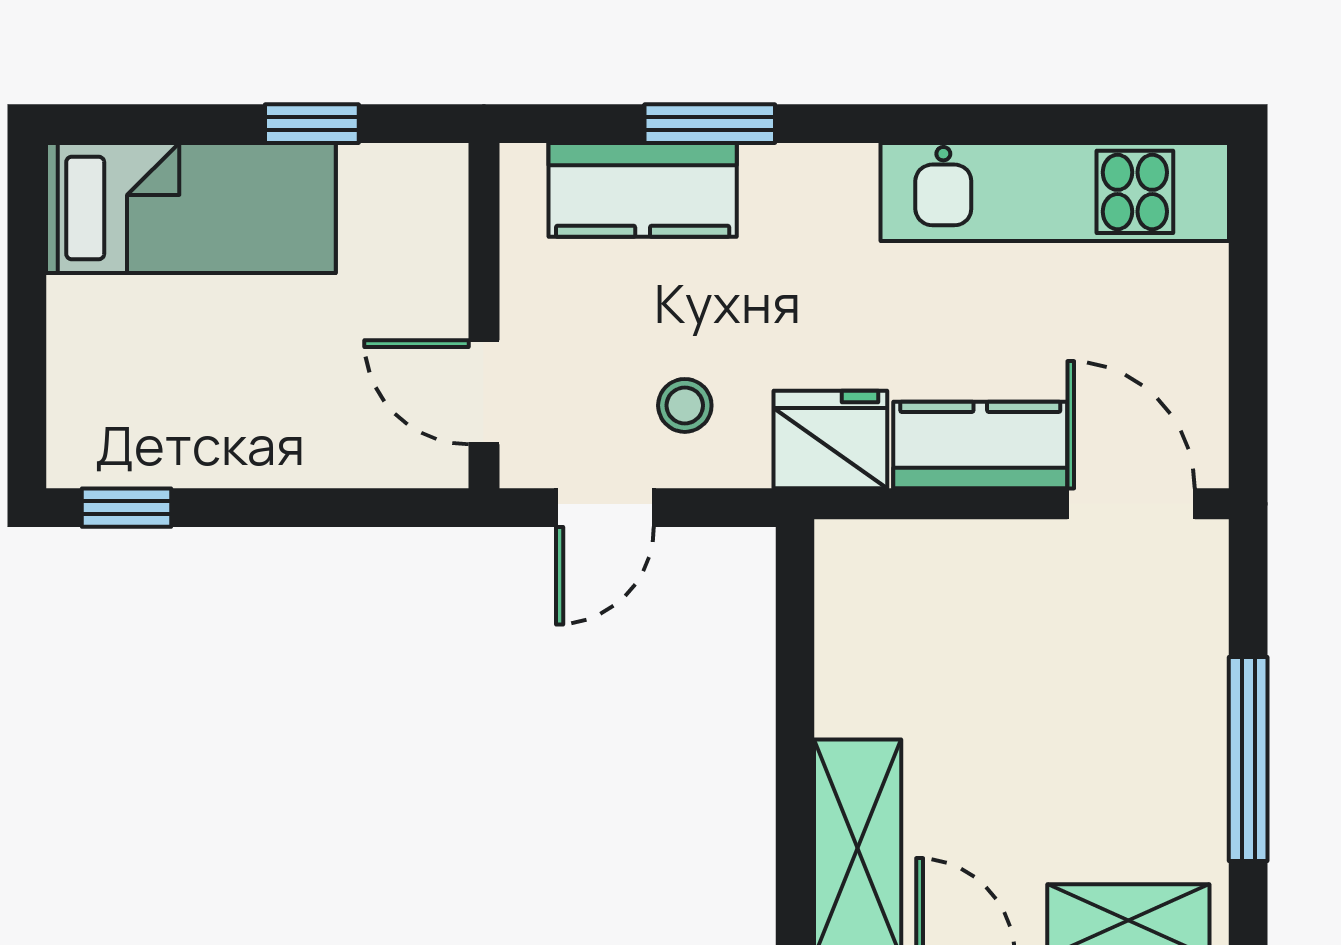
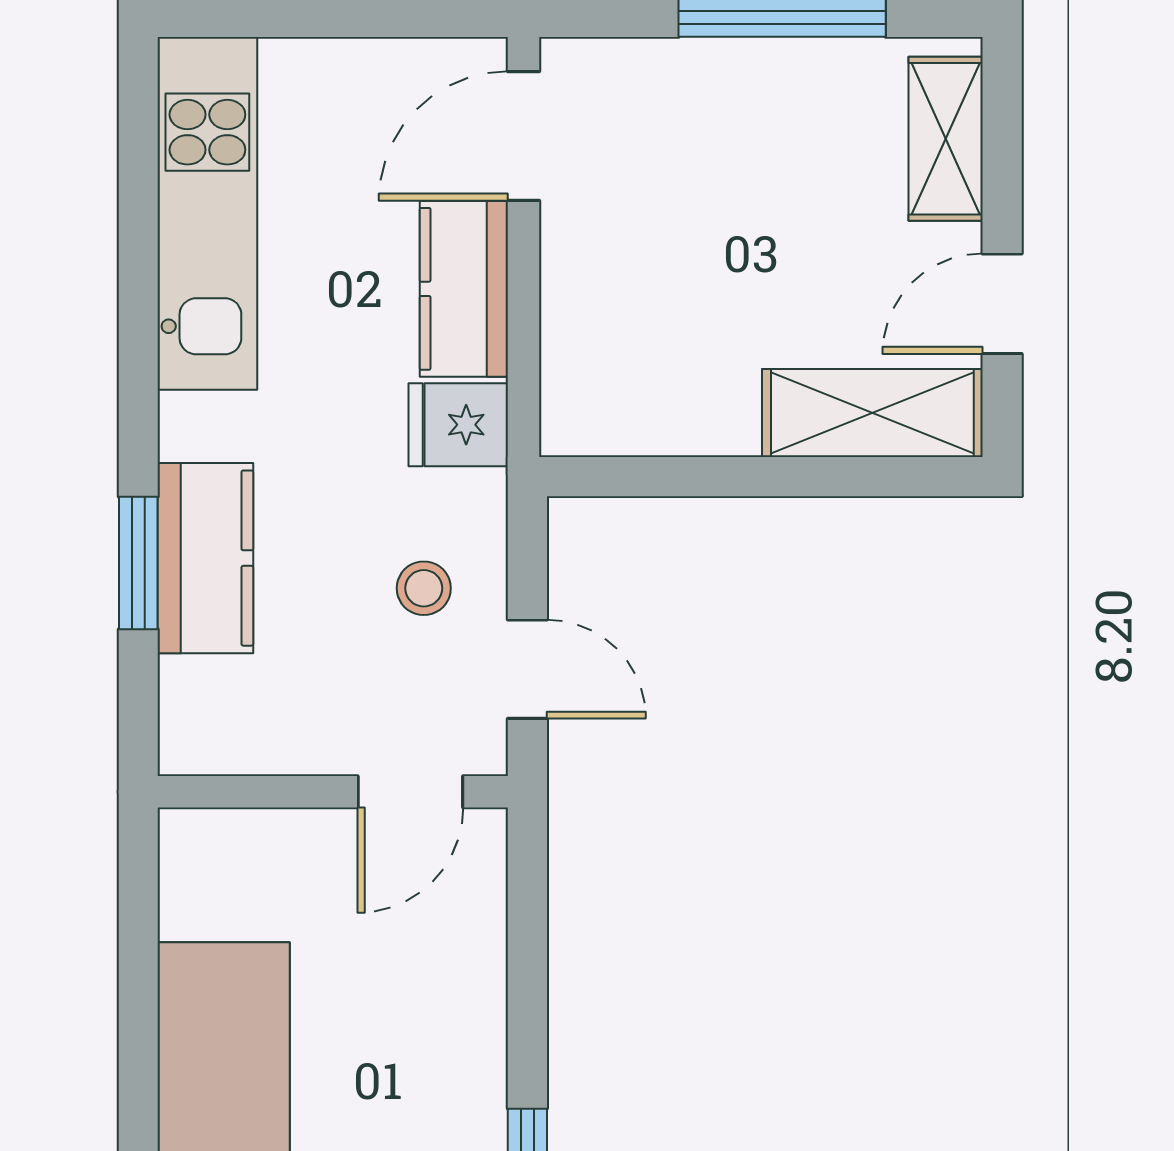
window: (312, 124) -> (138, 966), removed
kitchen counter: (643, 190) -> (205, 558), moved
fridge: (830, 440) -> (458, 425), width x0.72

